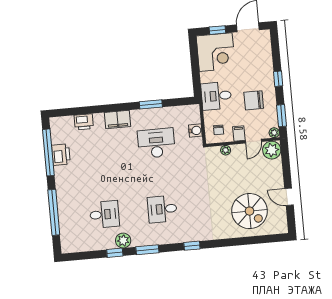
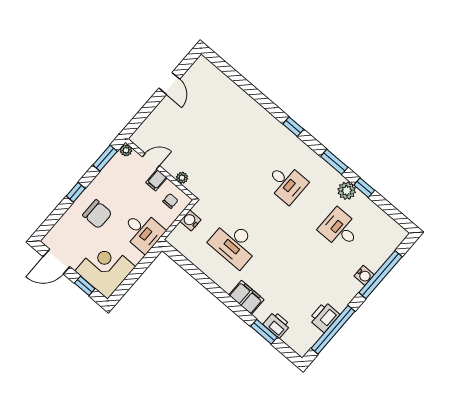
chair: (254, 100) -> (97, 214), moved
window: (151, 104) -> (264, 332), moved
plant: (272, 150) -> (143, 138), removed
water cooler: (63, 202) -> (364, 275), added
spiral stairs: (250, 211) -> (215, 106), removed

